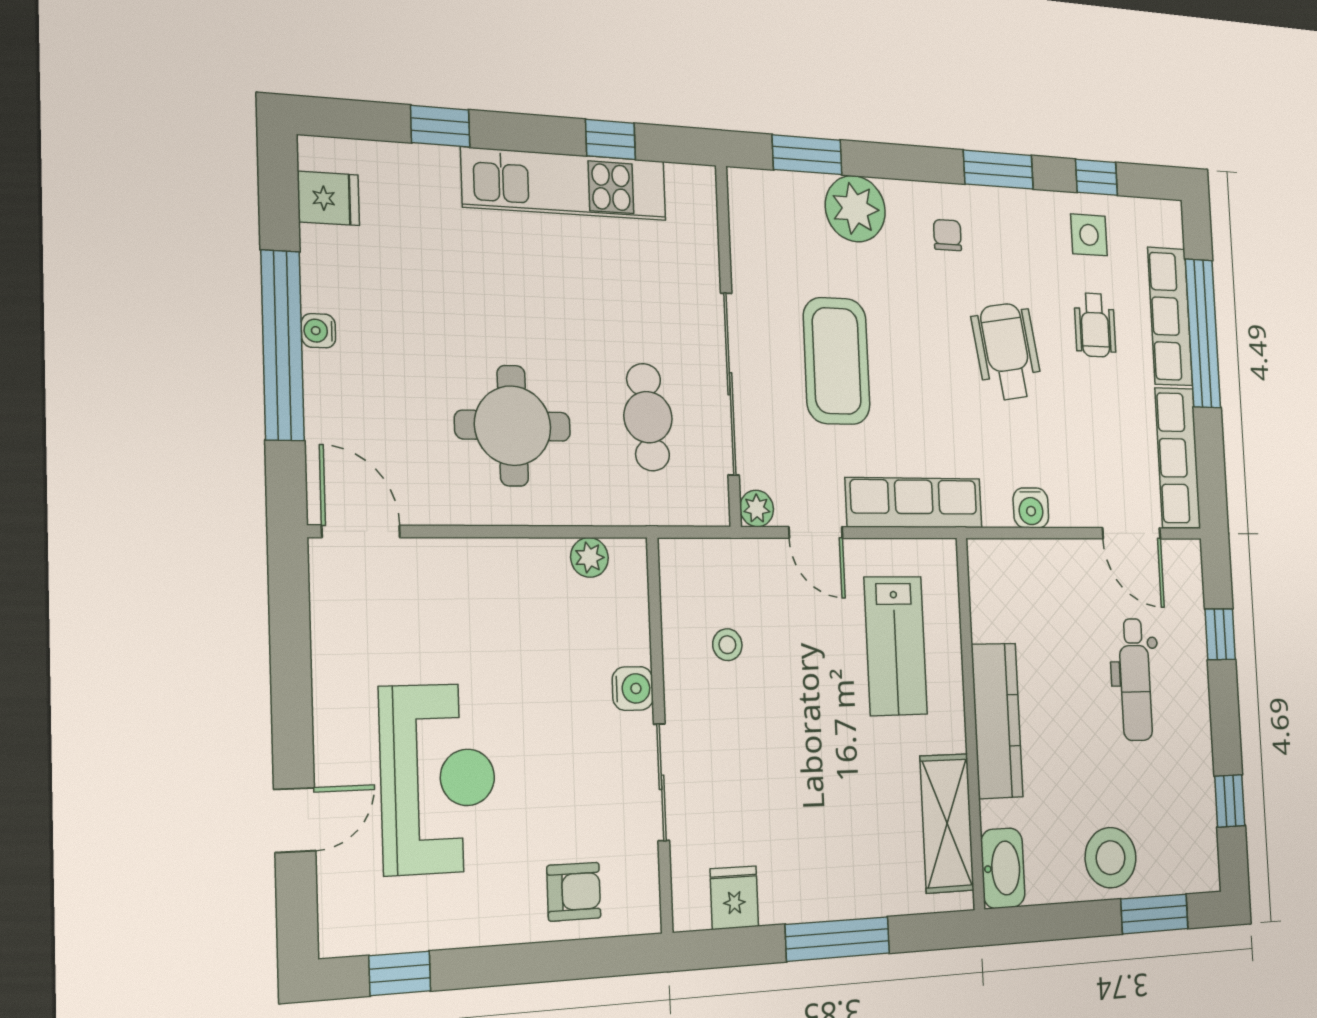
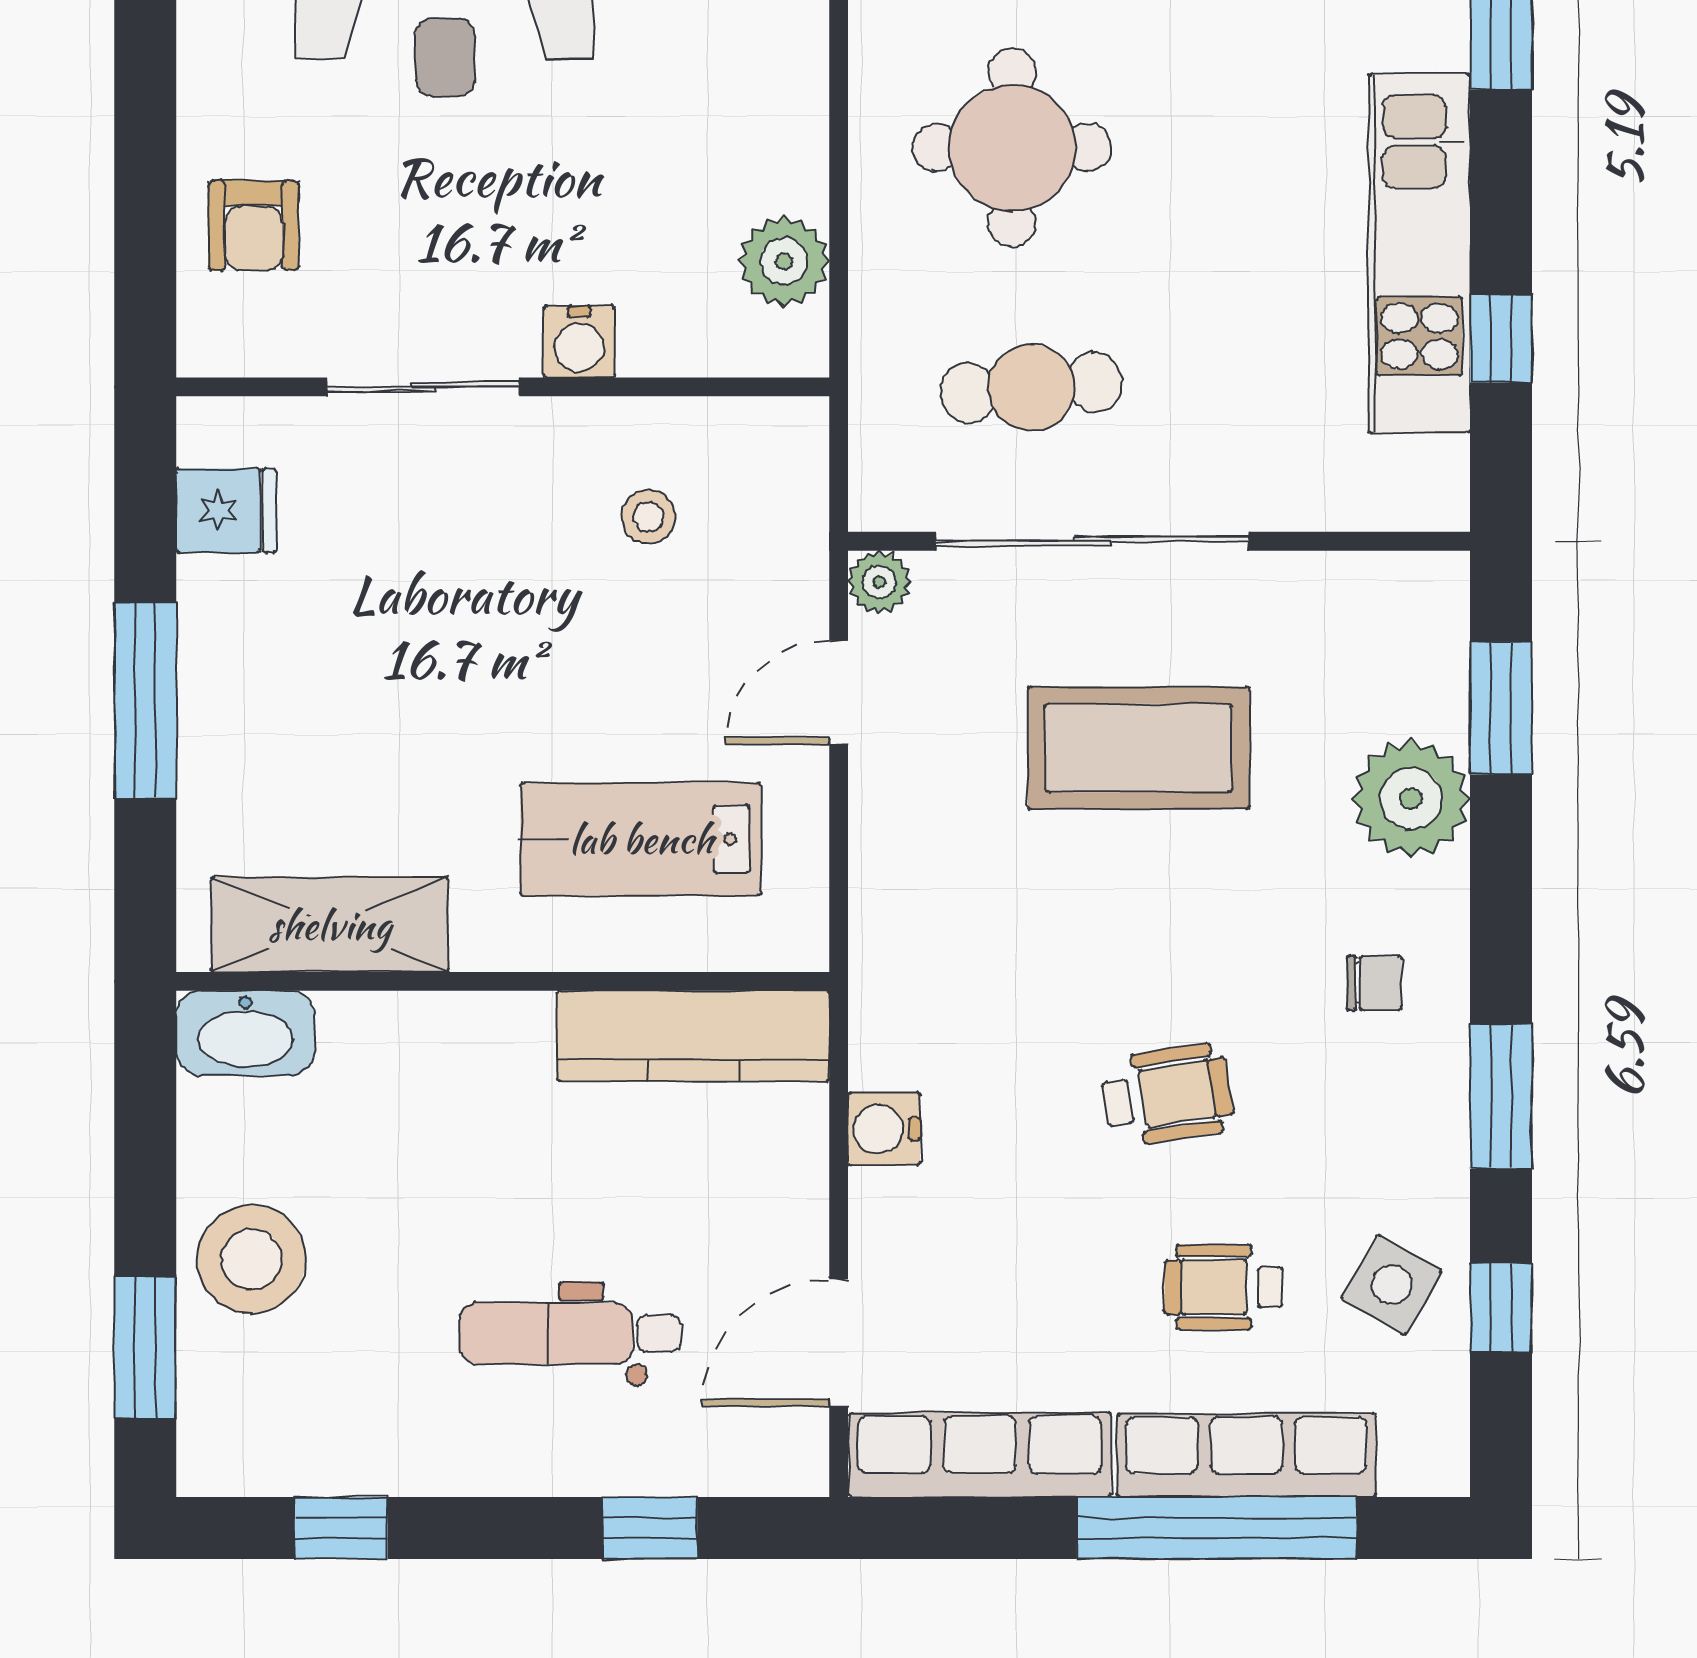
side table: (1089, 235) -> (1392, 1285), turned 30
wheelchair: (1007, 352) -> (1167, 1095), width x0.73, depth x0.73
row of seats: (914, 503) -> (891, 889), removed
plant: (589, 557) -> (784, 261), width x1.38, depth x1.38
kitchen counter: (997, 721) -> (693, 1036), moved

